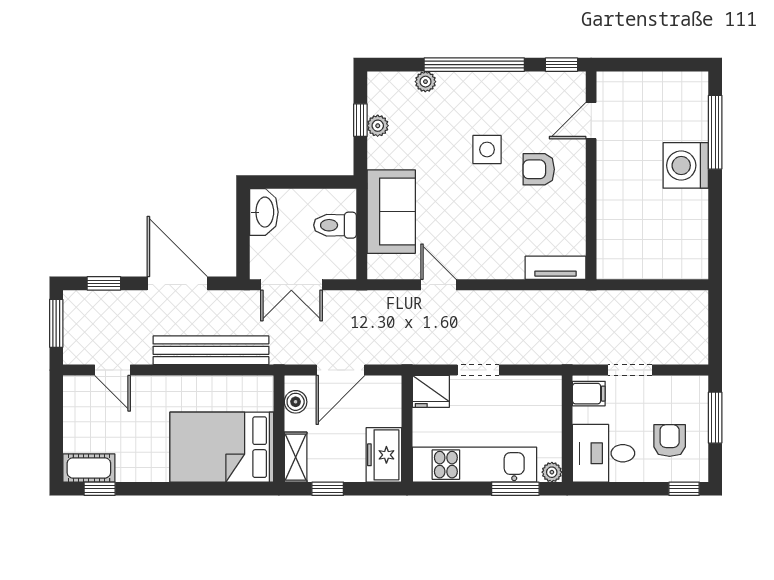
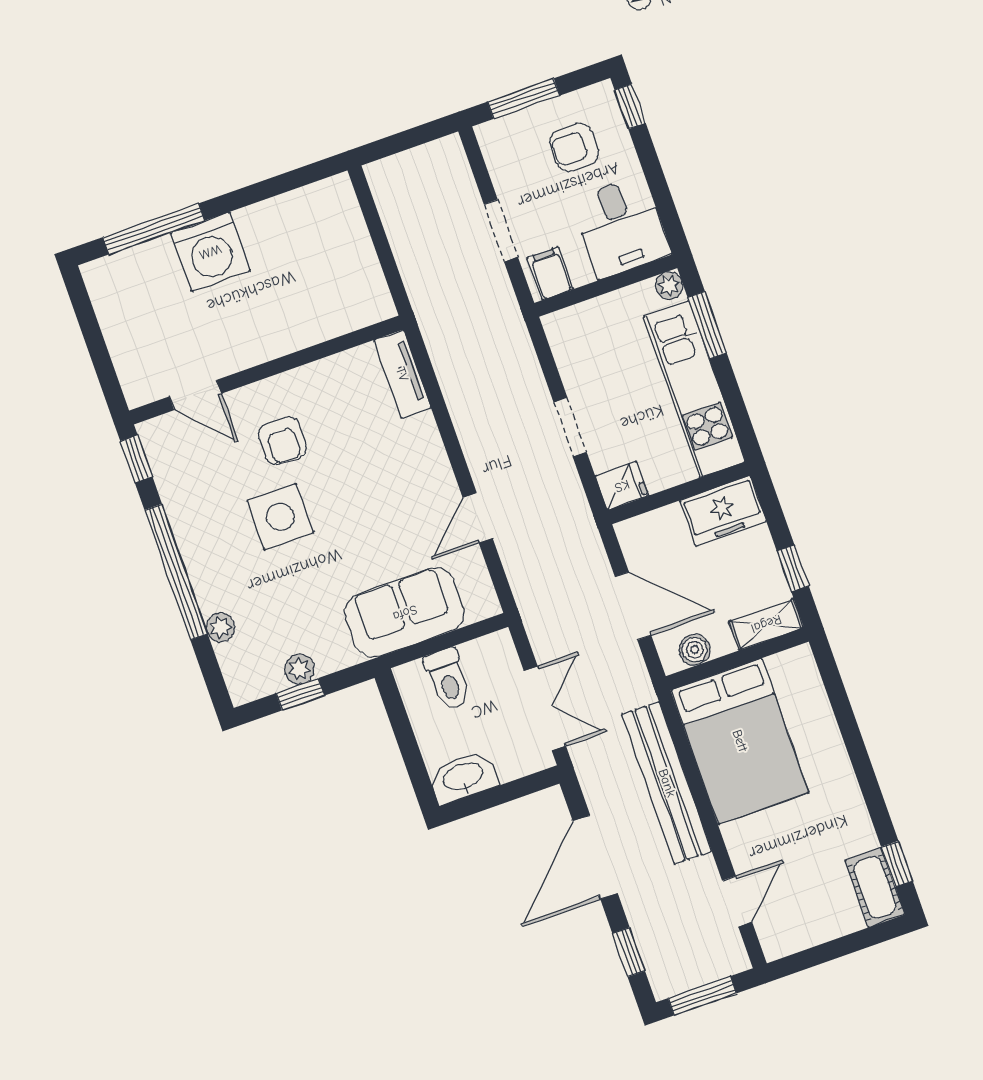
side table: (487, 149) -> (280, 517), width x1.37, depth x1.37
fridge: (431, 391) -> (622, 486), width x0.72
bed: (222, 447) -> (740, 741), moved

